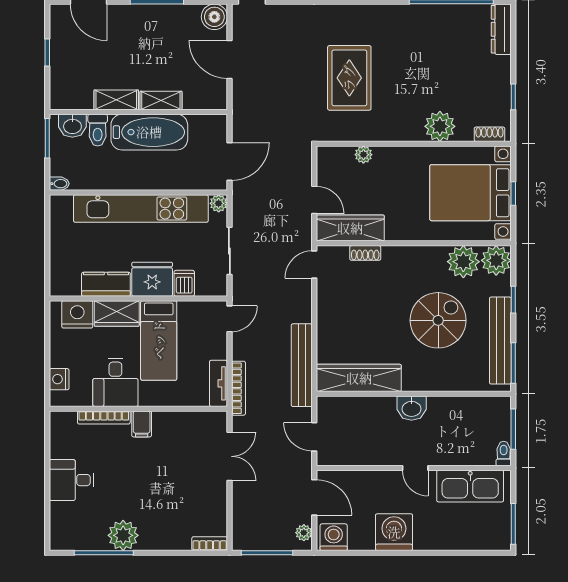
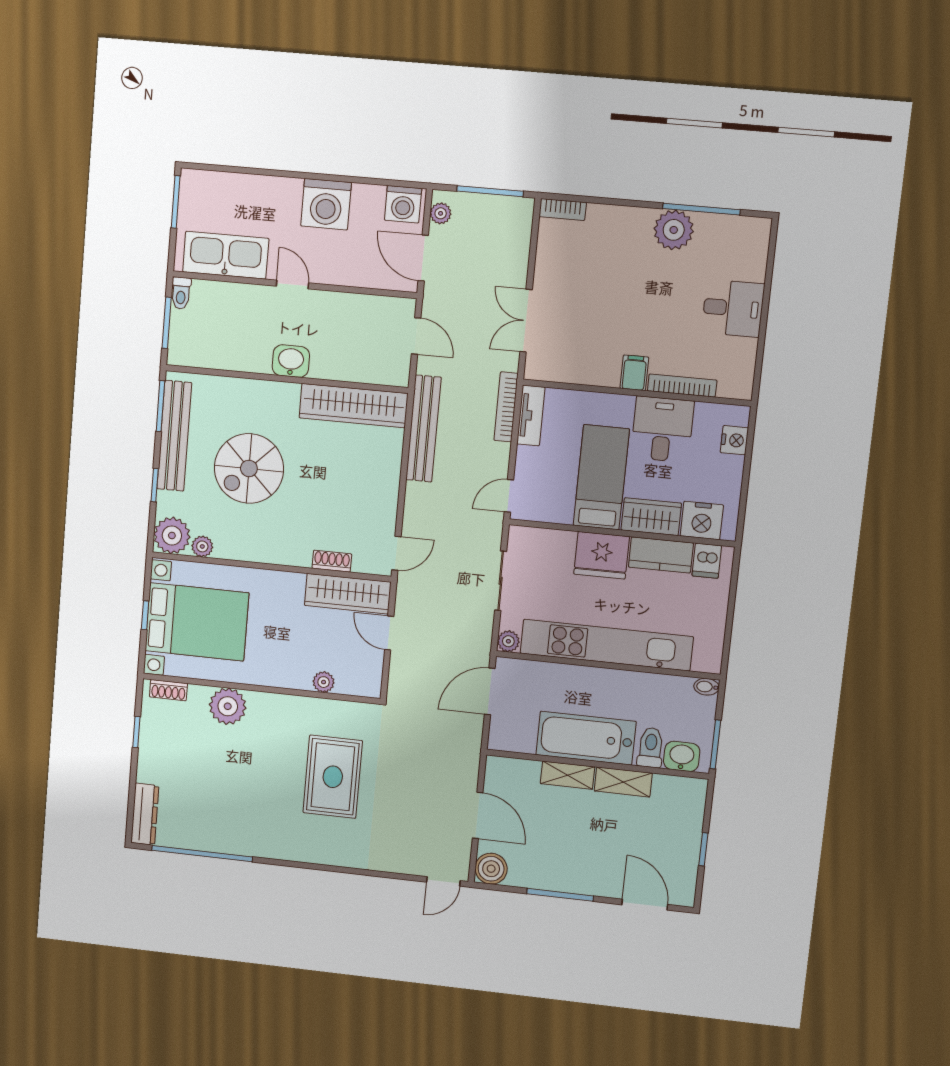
plant: (463, 262) -> (202, 546), width x0.53, depth x0.53
dishwasher: (184, 283) -> (707, 561), moved

